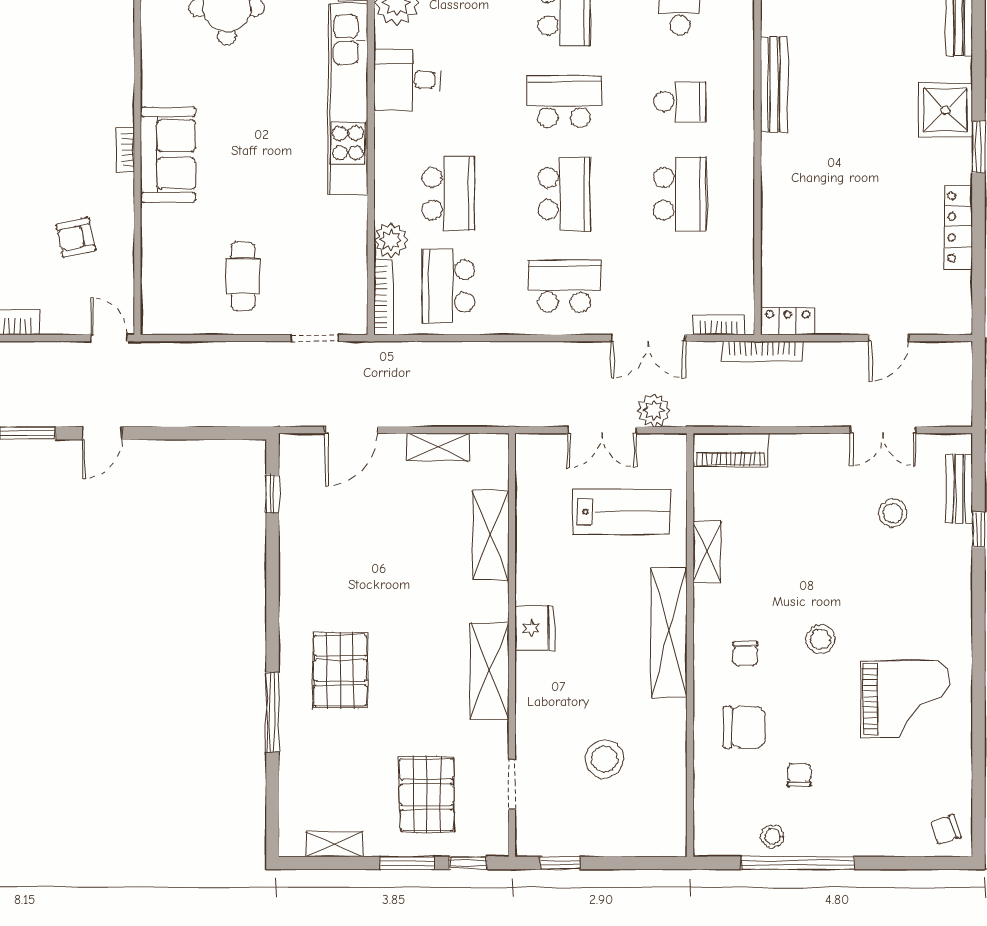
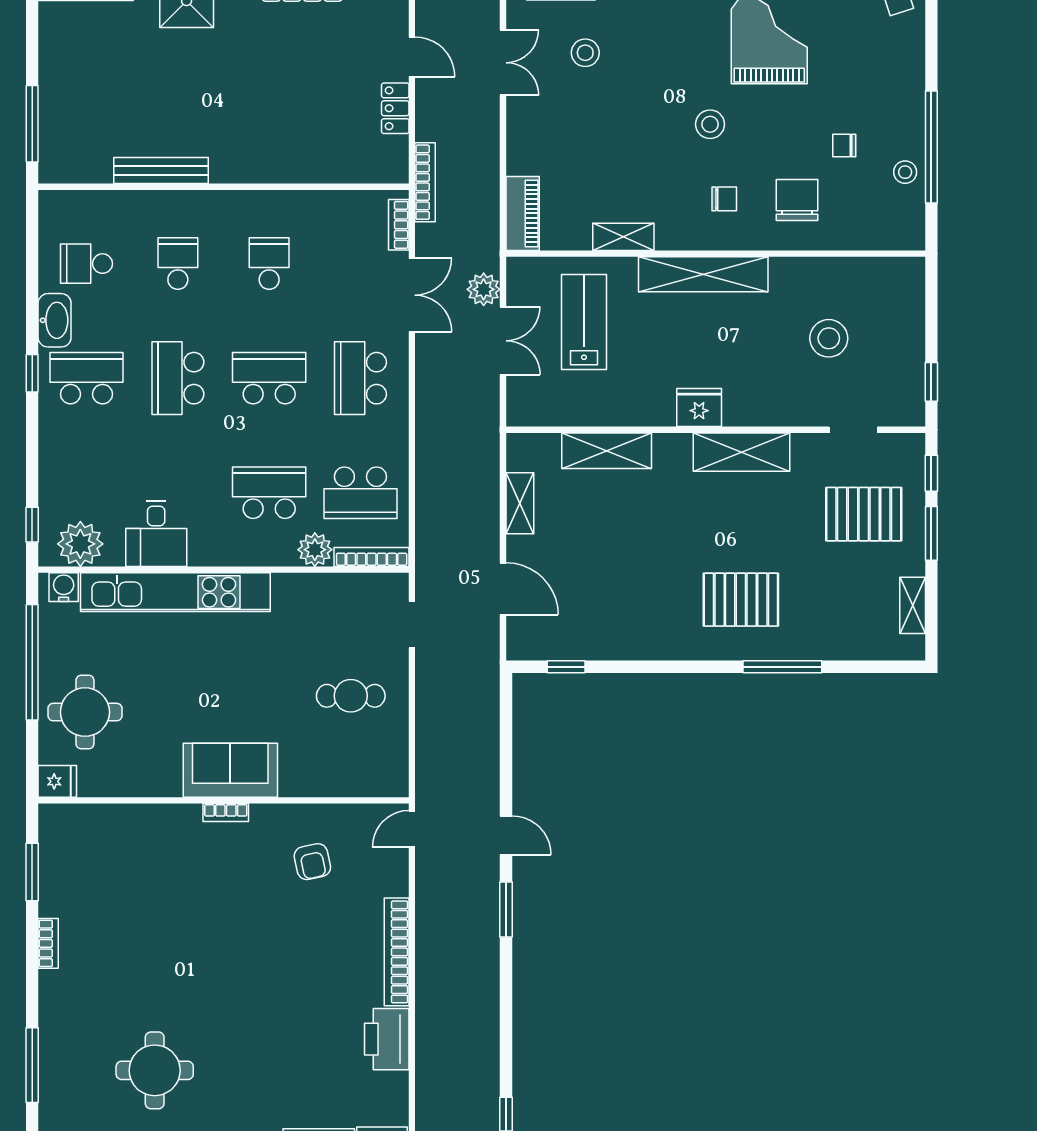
school desk: (680, 194) -> (269, 264), width x0.54
locker: (788, 321) -> (395, 108), moved

